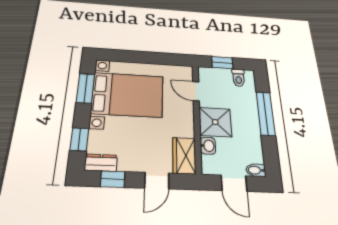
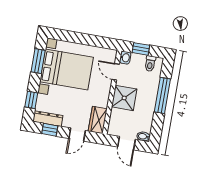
washbasin: (208, 146) -> (125, 58), moved
dresser: (101, 163) -> (48, 119), width x1.44

